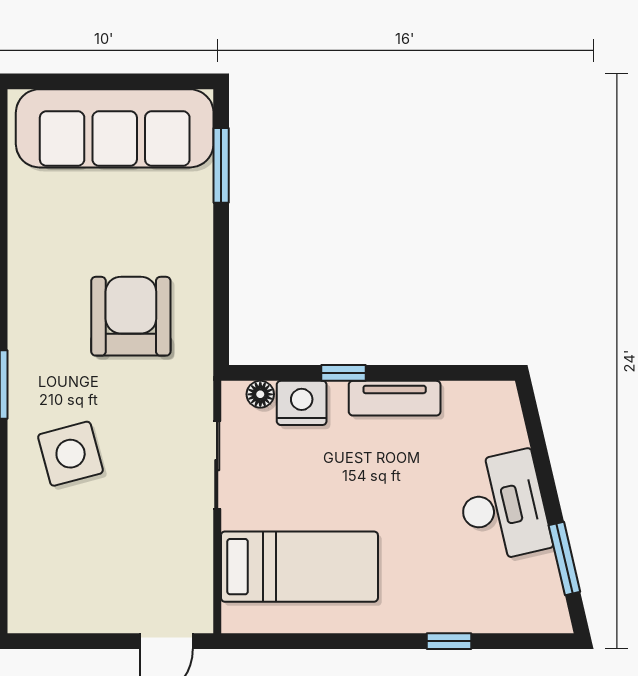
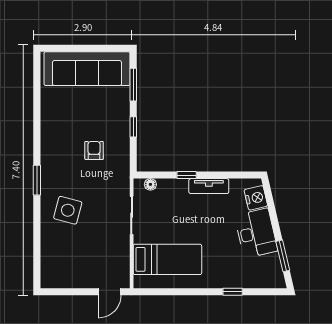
window: (221, 262) -> (133, 127), added
armchair: (131, 316) -> (94, 150), width x0.53, depth x0.53
nightstand: (302, 403) -> (256, 198), moved, turned 77
side table: (71, 454) -> (68, 210), turned 30

